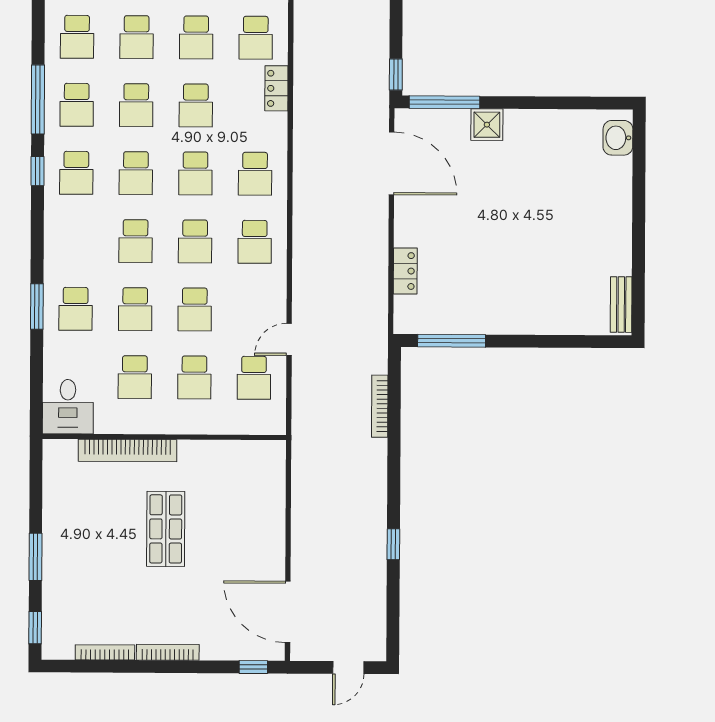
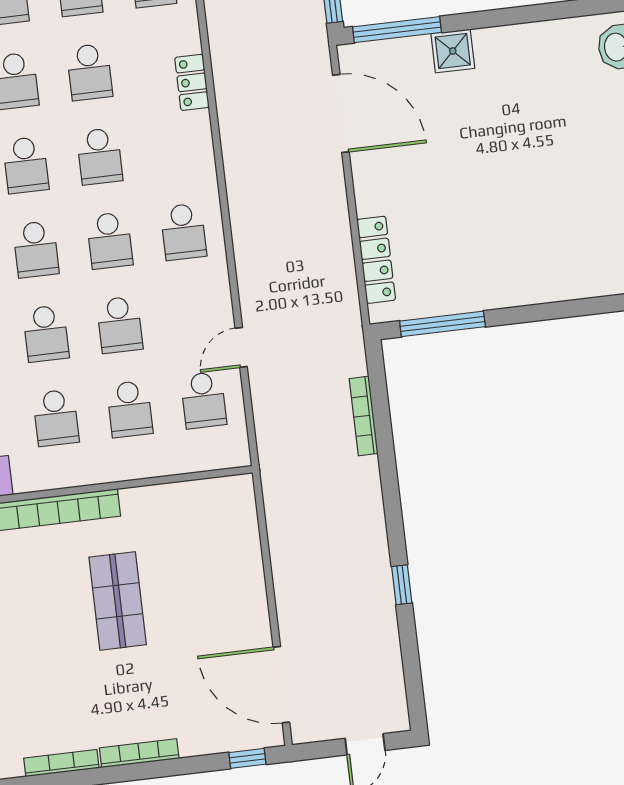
locker: (276, 88) -> (192, 82), moved
school desk: (255, 174) -> (173, 147), removed
locker: (405, 271) -> (376, 260), width x1.53

